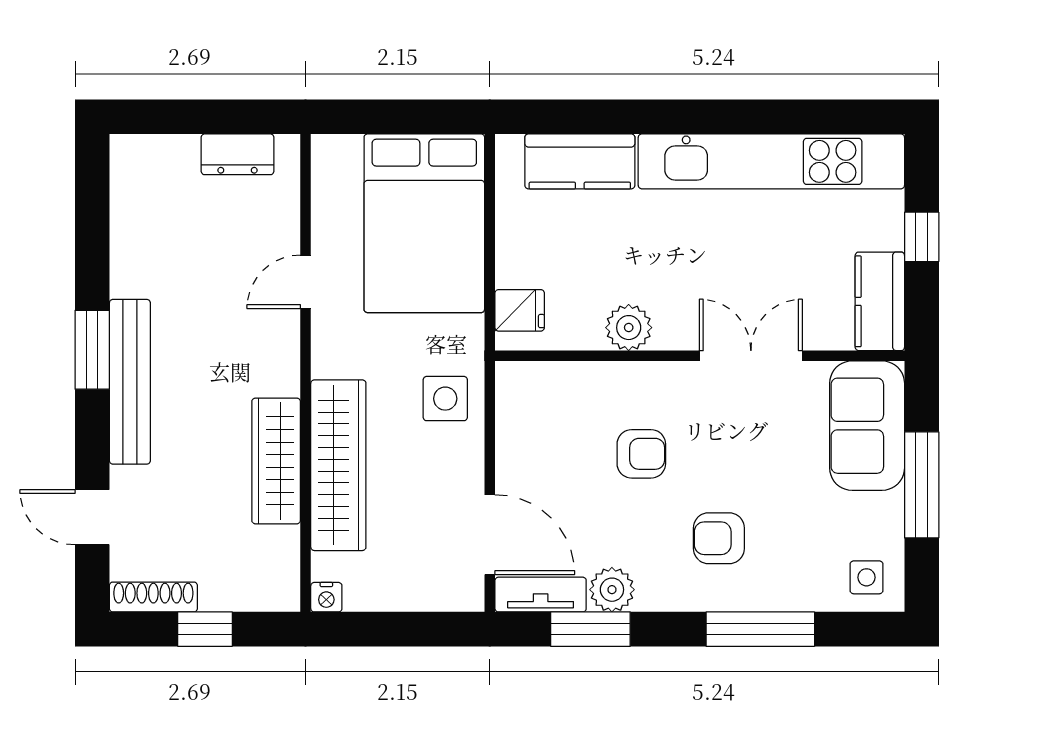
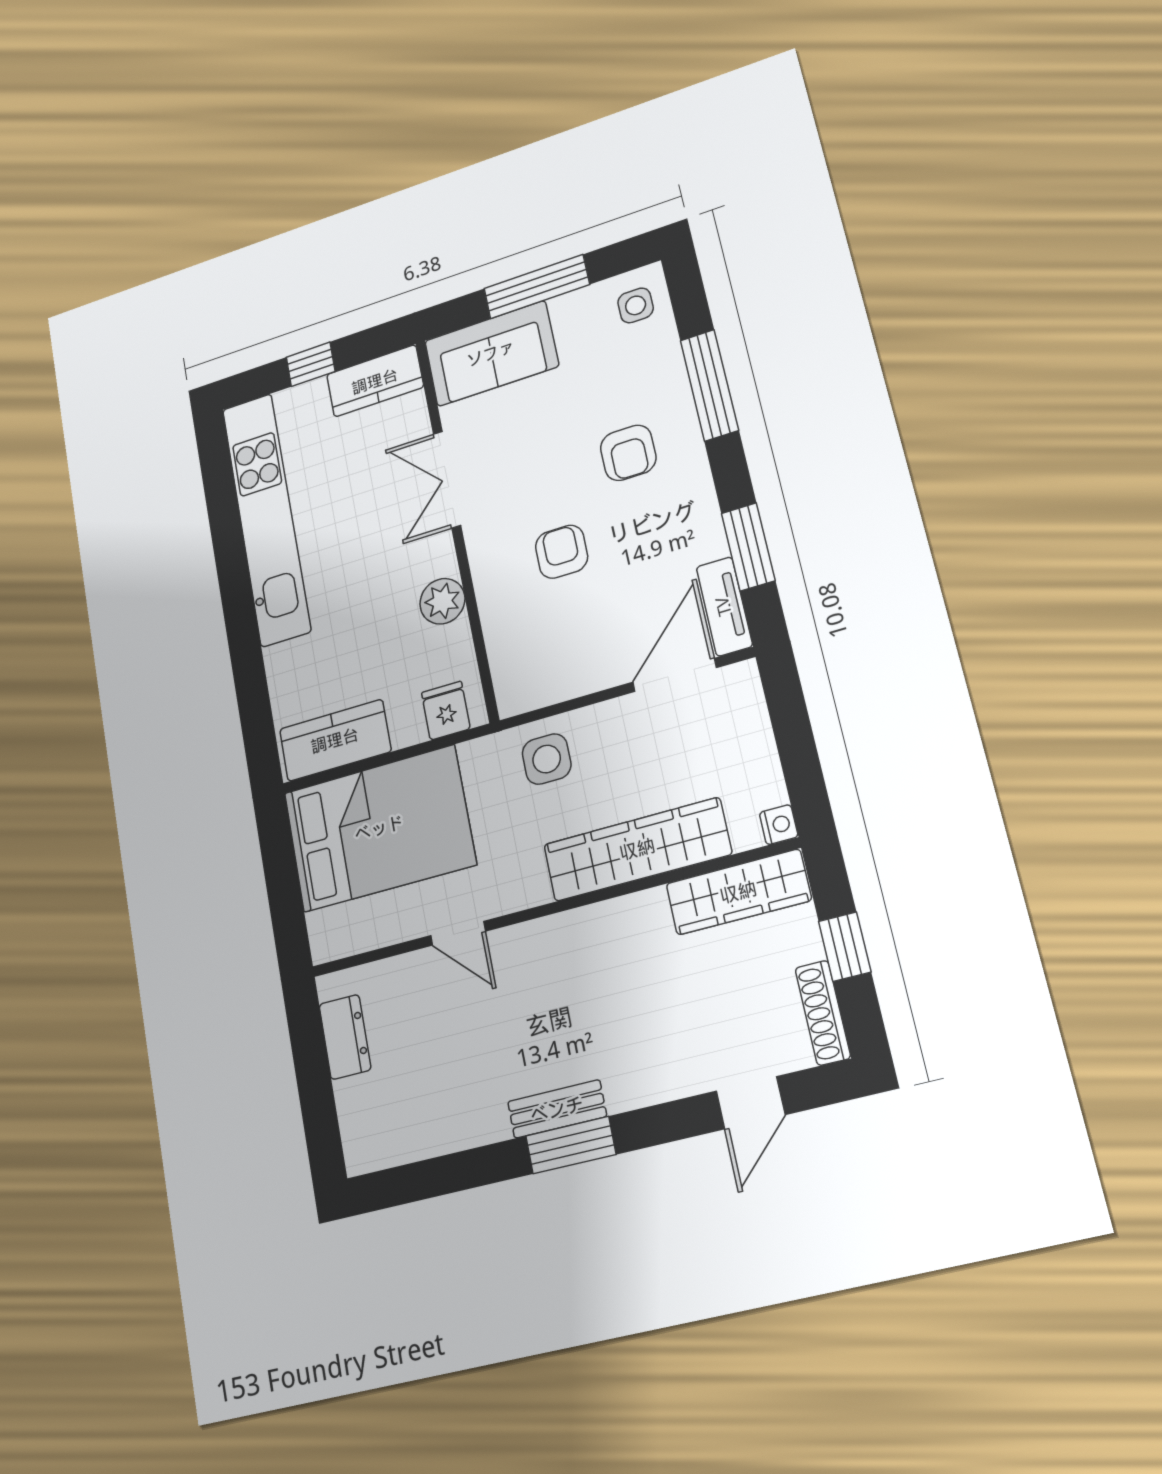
kitchen counter: (580, 161) -> (335, 740), moved, turned -90
bench: (130, 382) -> (557, 1109), width x0.54, depth x0.82
wardrobe: (276, 461) -> (738, 892), moved
plant: (612, 590) -> (703, 538), removed

